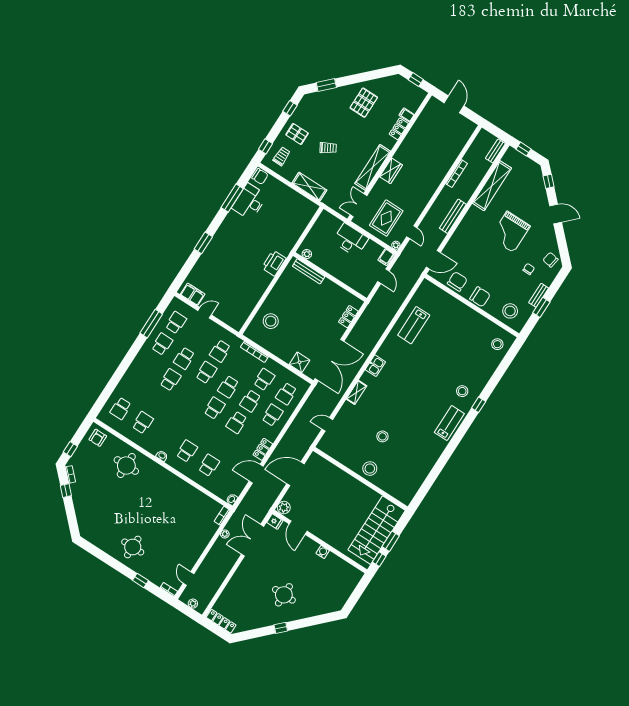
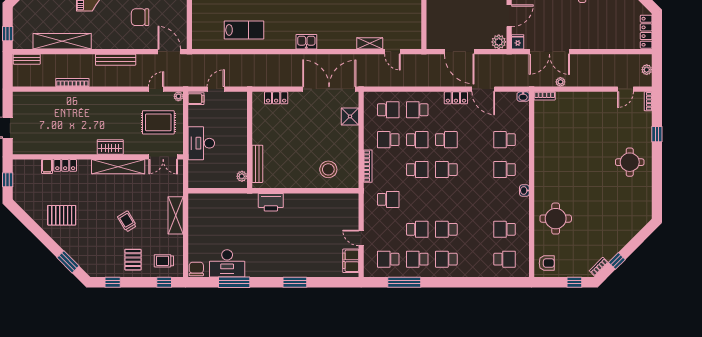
chair: (457, 281) -> (140, 17), moved
school desk: (206, 373) -> (446, 259), moved
shelving: (356, 392) -> (370, 43), moved

